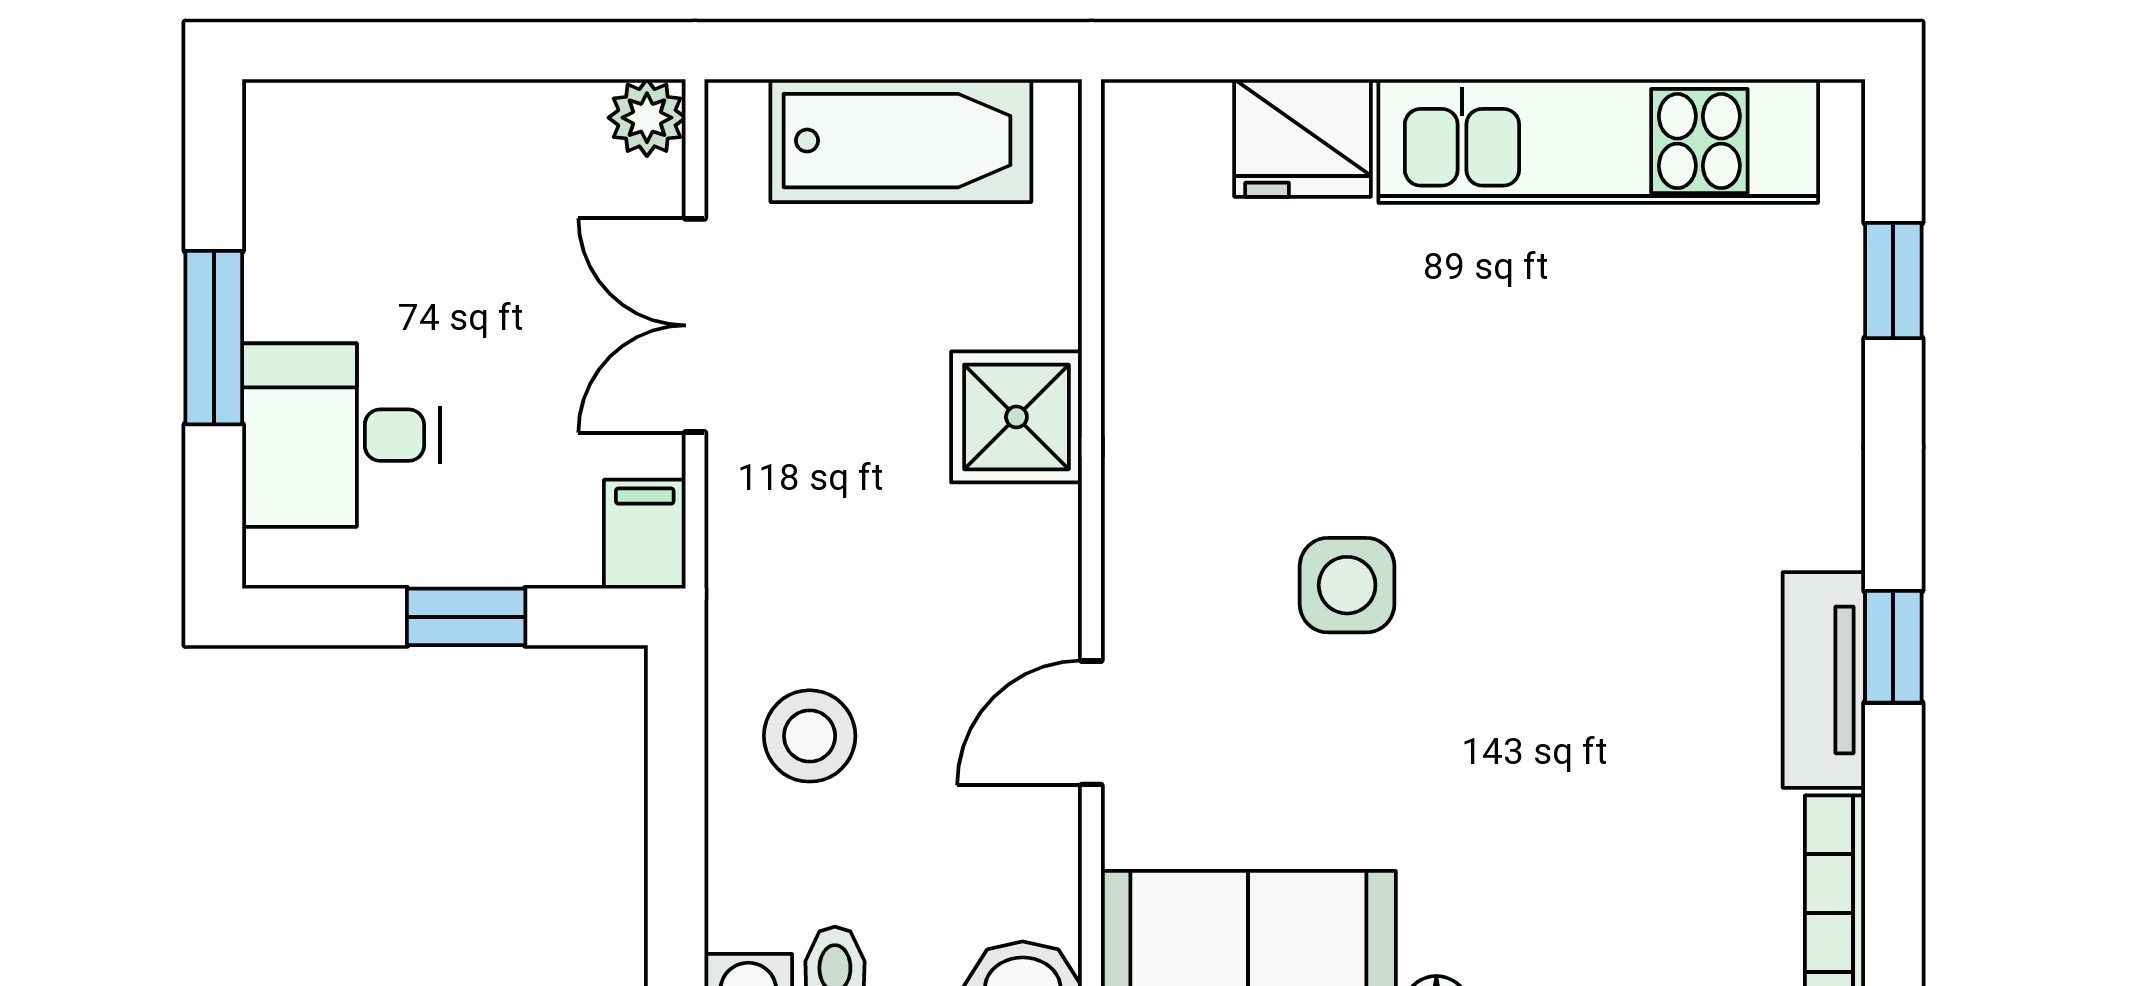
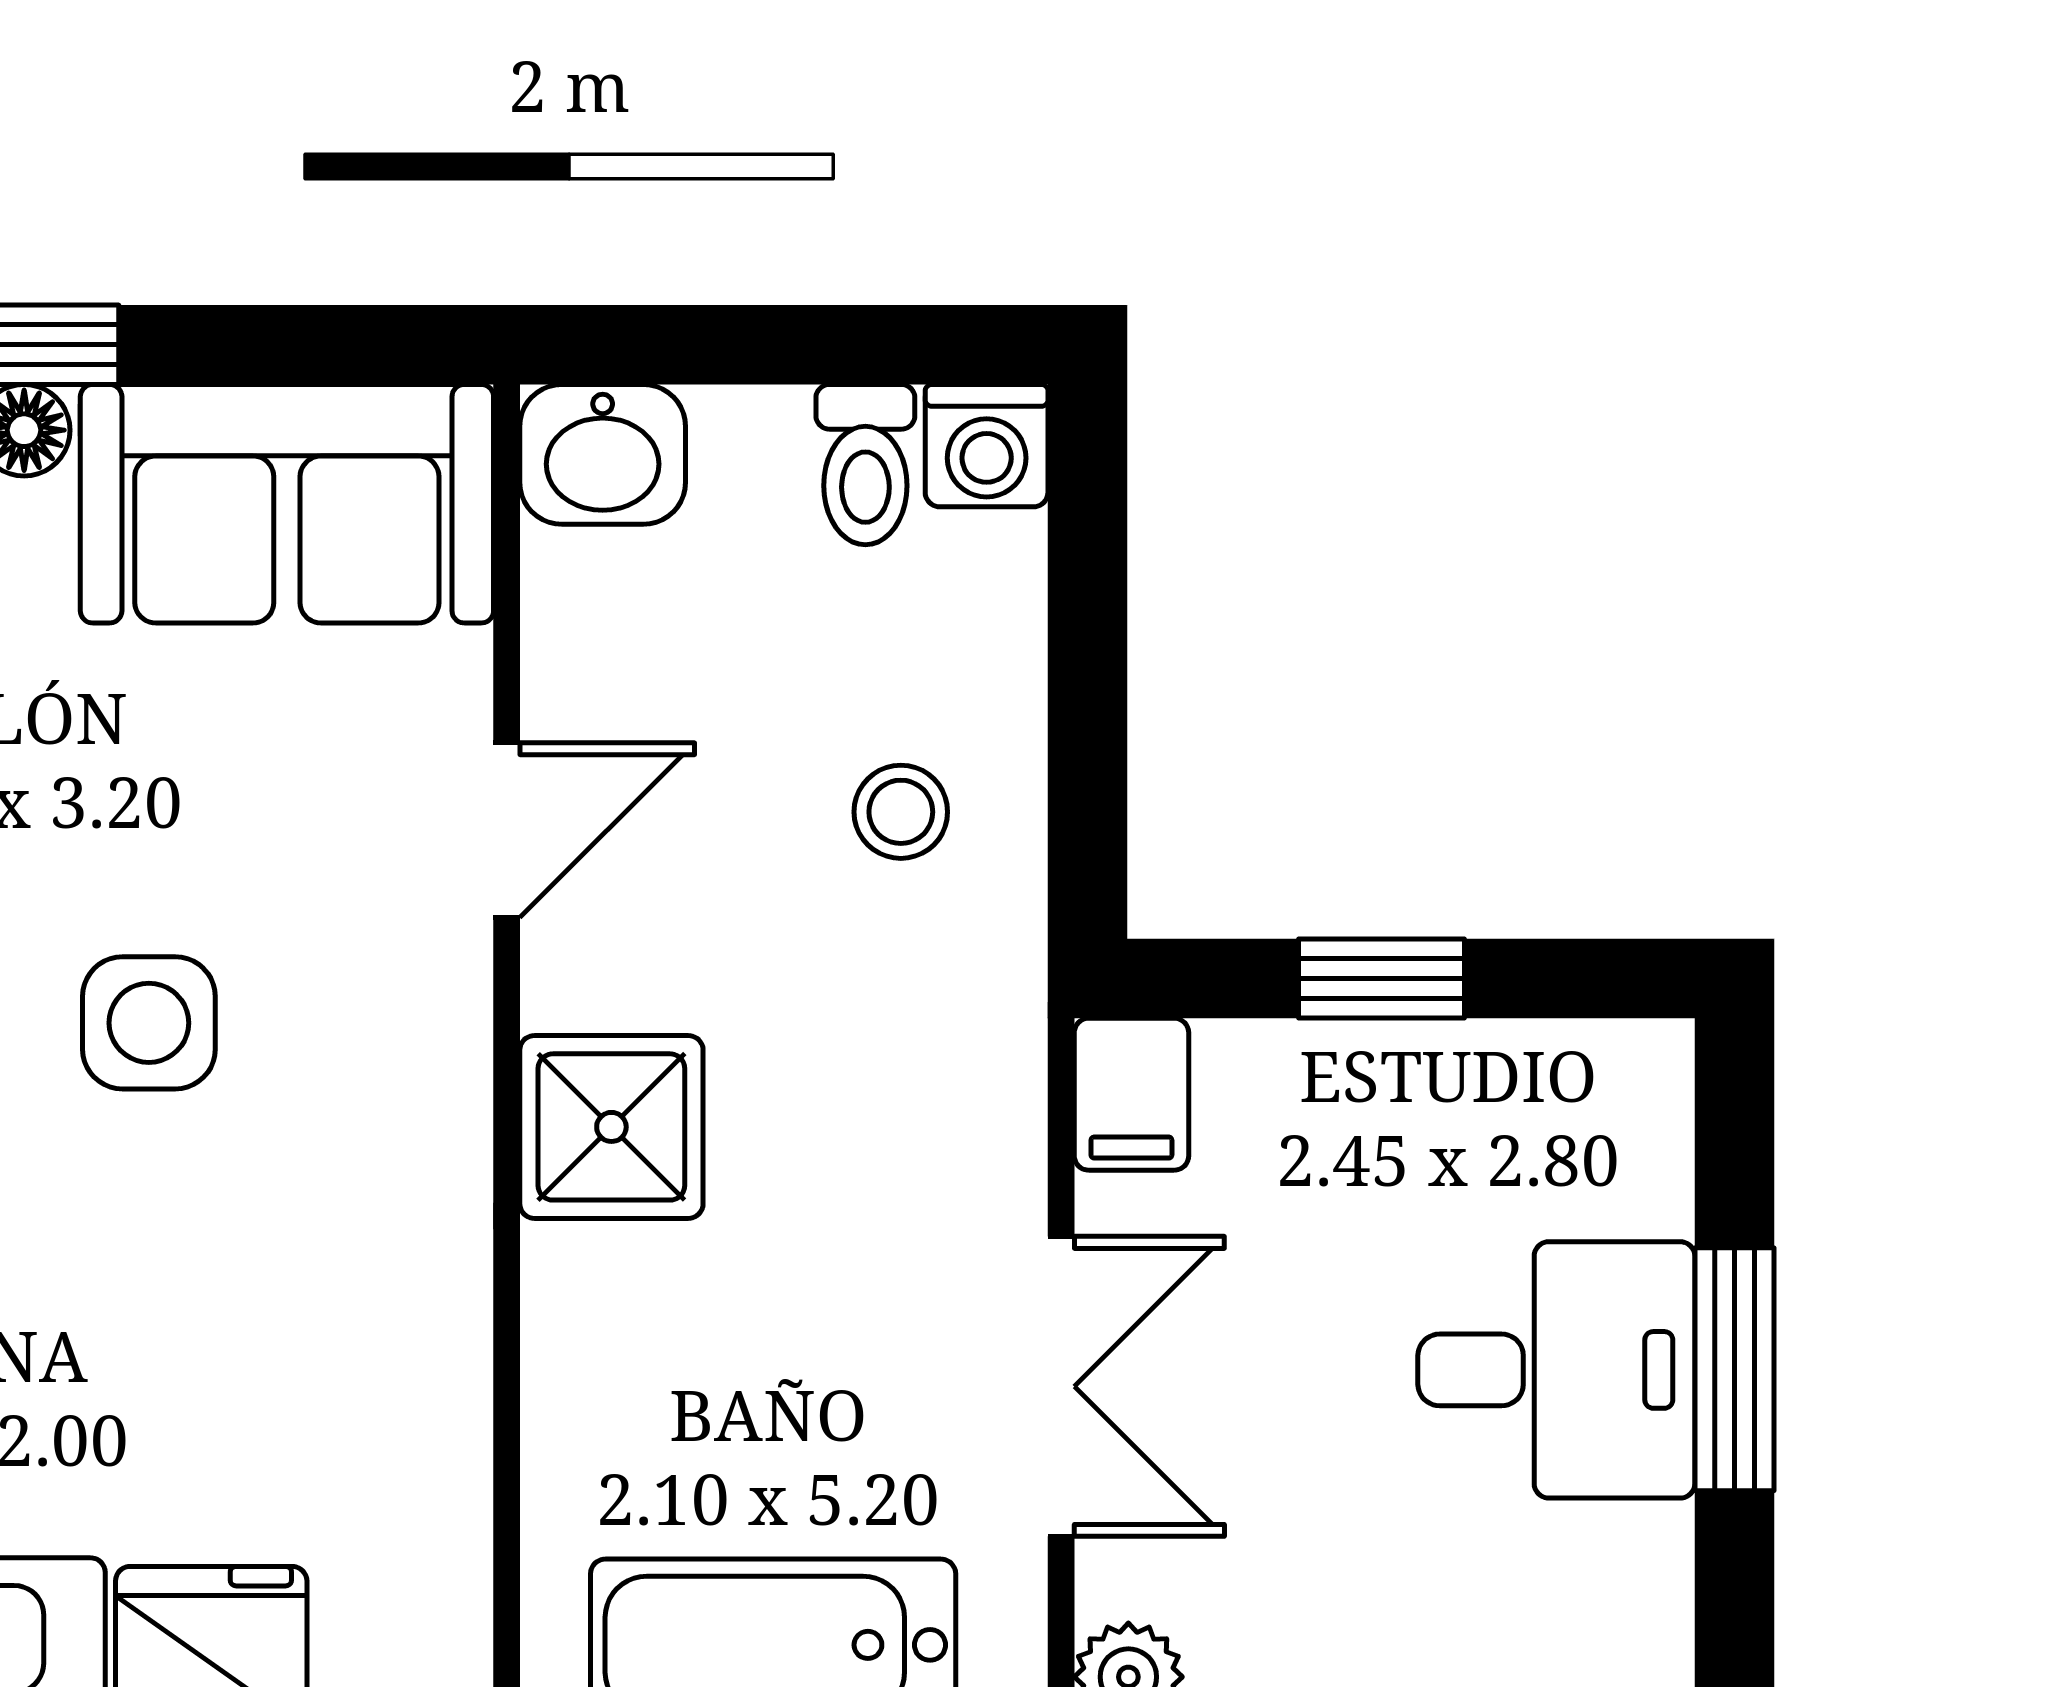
shower: (1016, 417) -> (611, 1127), moved
desk: (341, 435) -> (1556, 1370), moved
stool: (810, 736) -> (901, 812), width x0.73, depth x0.73

